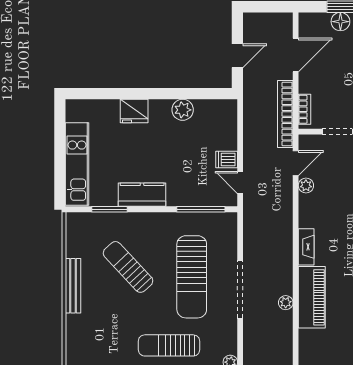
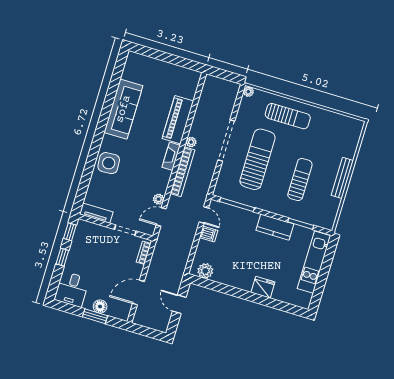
door: (237, 56) -> (179, 304), hinge flipped
plant: (183, 110) -> (205, 271), moved
bookcase: (285, 114) -> (183, 172), moved
sun lounger: (128, 267) -> (300, 180), turned -137
plant: (286, 303) -> (191, 142), moved

